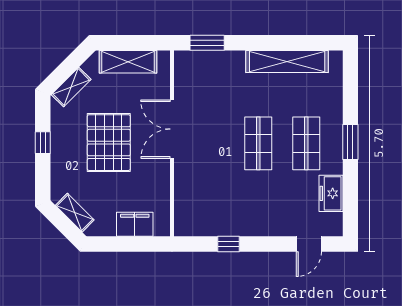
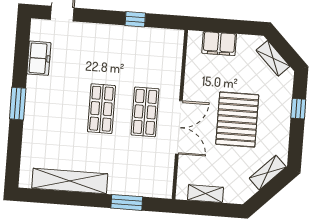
window: (207, 43) -> (127, 202), moved
shelving: (128, 62) -> (205, 194), width x0.67, depth x0.75
window: (43, 143) -> (298, 109), moved
shop shelf: (306, 143) -> (145, 112), moved

